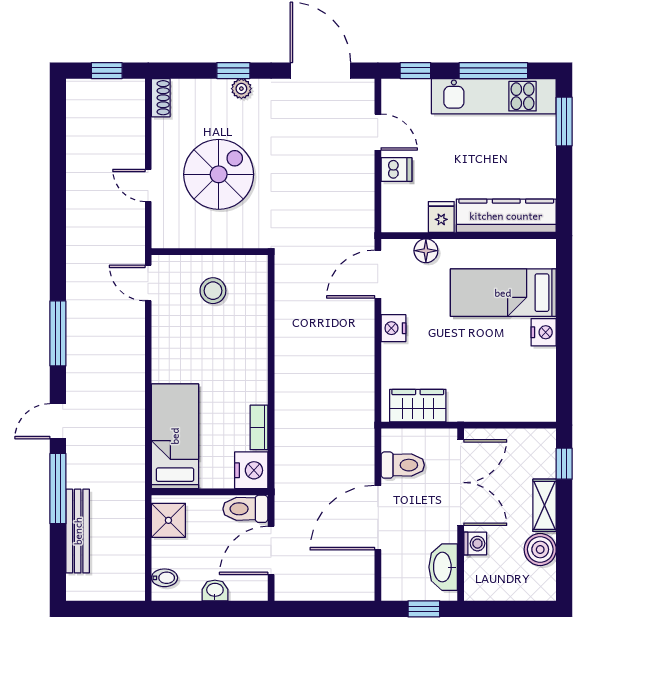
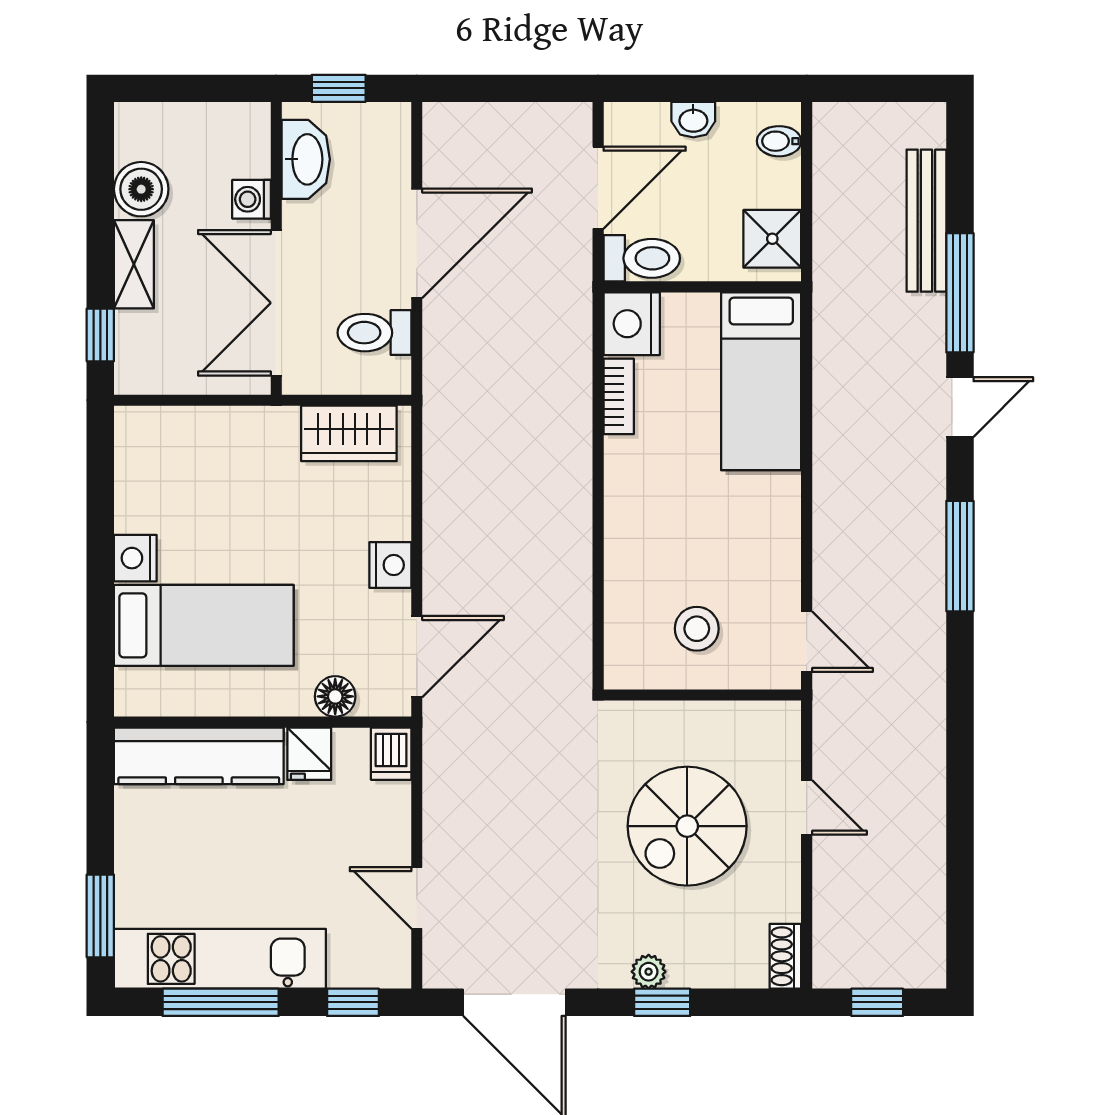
dishwasher: (396, 170) -> (391, 754), moved, turned -90

